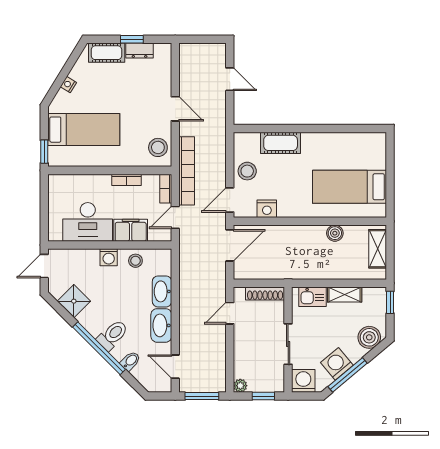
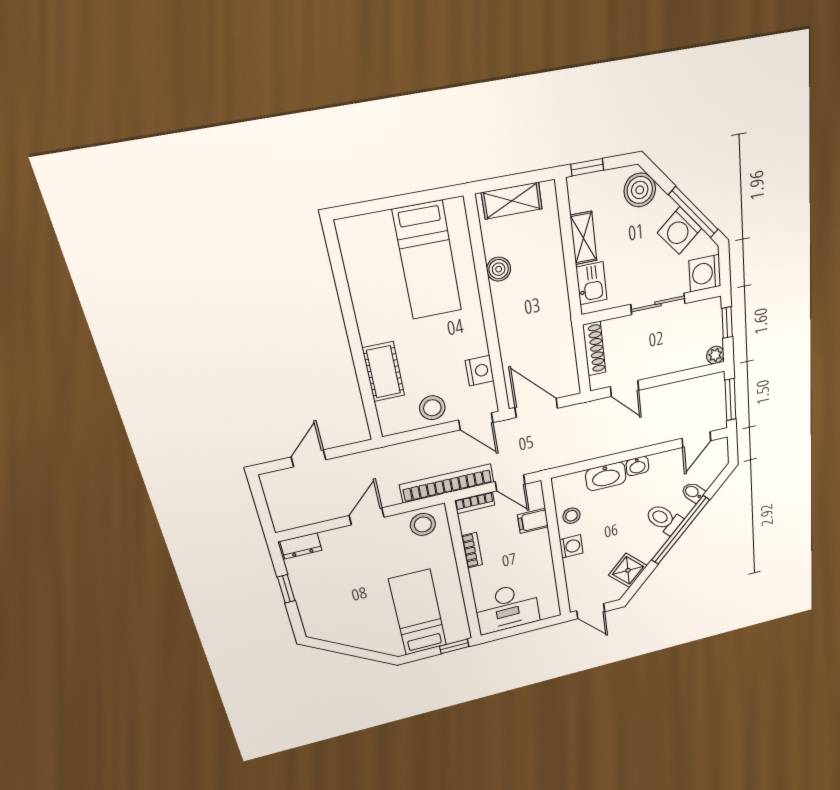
dresser: (140, 51) -> (301, 546), moved, turned 90
cot: (107, 53) -> (312, 613), removed
nightstand: (68, 85) -> (365, 643), removed
desk: (88, 222) -> (507, 608), moved, turned 90
filing cabinet: (131, 230) -> (533, 521), width x0.50
washbasin: (161, 325) -> (637, 466), width x0.52, depth x0.69

